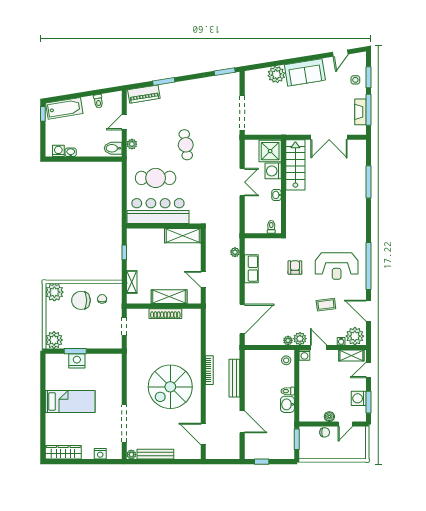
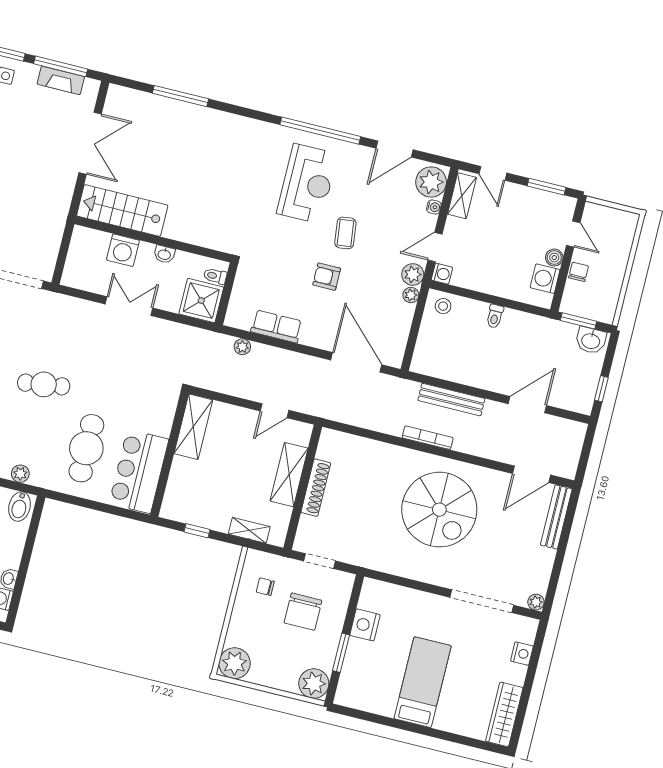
shower: (270, 151) -> (201, 301), moved
bar counter: (158, 211) -> (139, 471), width x0.73
armchair: (295, 267) -> (327, 277), moved
chair: (81, 300) -> (303, 612), moved
coffee table: (326, 305) -> (345, 233), moved
nightstand: (77, 361) -> (365, 625), moved
washing machine: (359, 398) -> (545, 279), moved, turned 90
washbasin: (287, 404) -> (591, 340), moved
bench: (155, 454) -> (556, 517), moved

